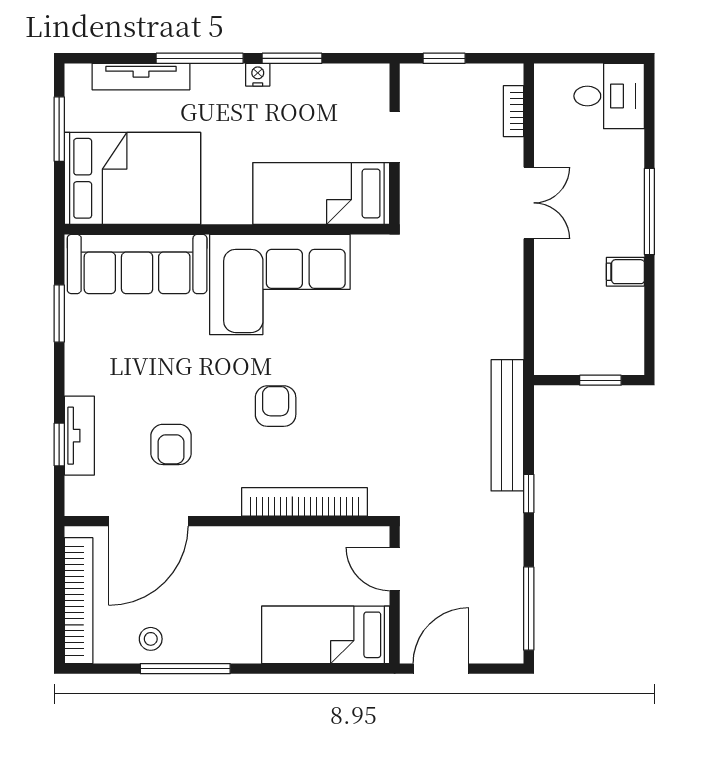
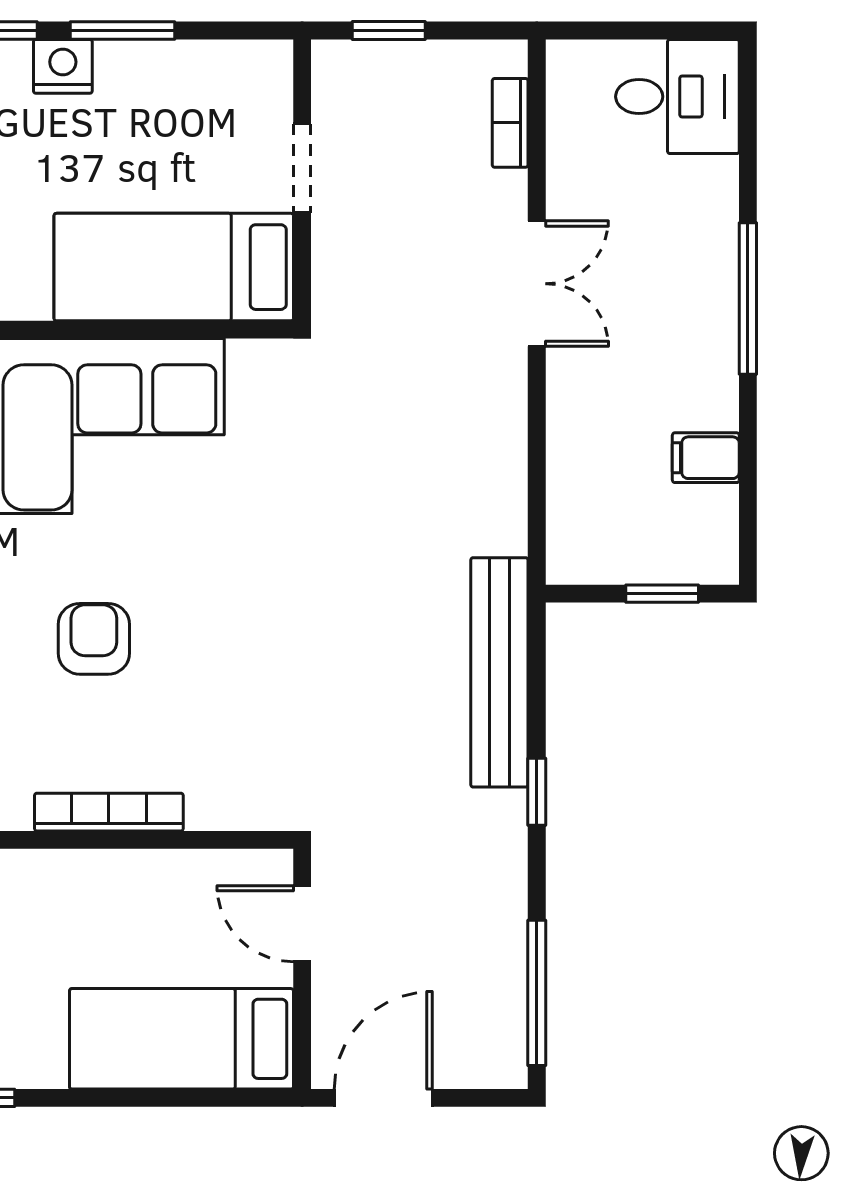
nightstand: (258, 75) -> (63, 66), width x1.39, depth x1.35
filing cabinet: (625, 272) -> (706, 458), moved
bookcase: (304, 502) -> (109, 812), width x0.68, depth x0.76

